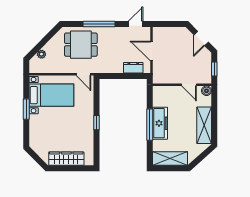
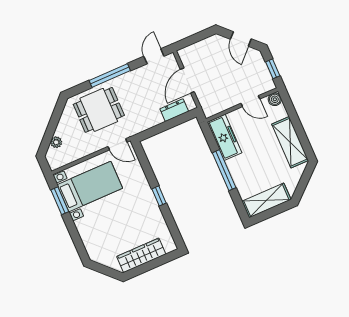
door: (151, 51) -> (187, 80), hinge flipped
window: (26, 109) -> (60, 201), moved
freezer: (160, 123) -> (225, 137), moved

